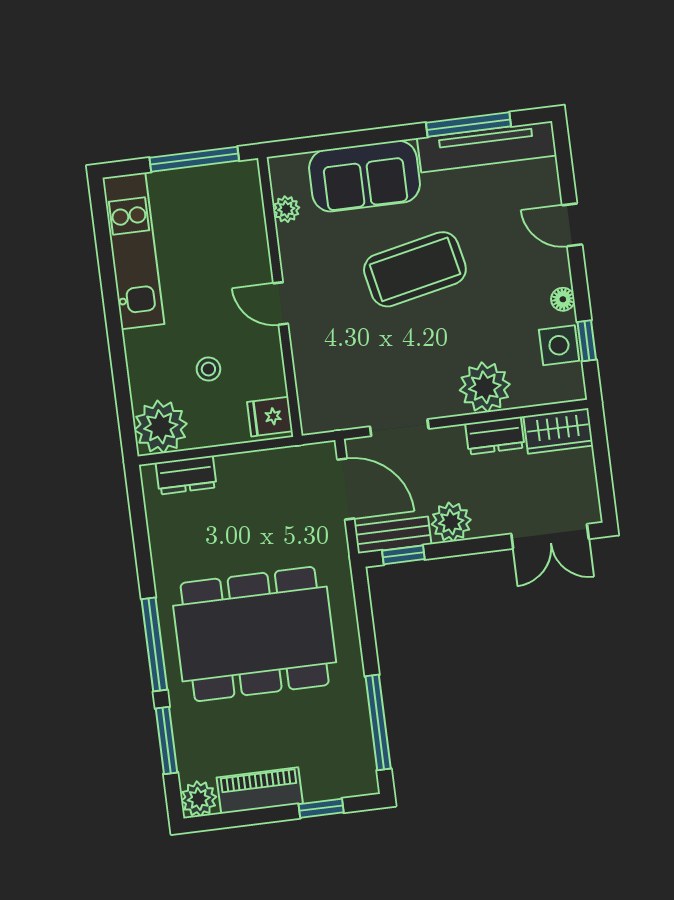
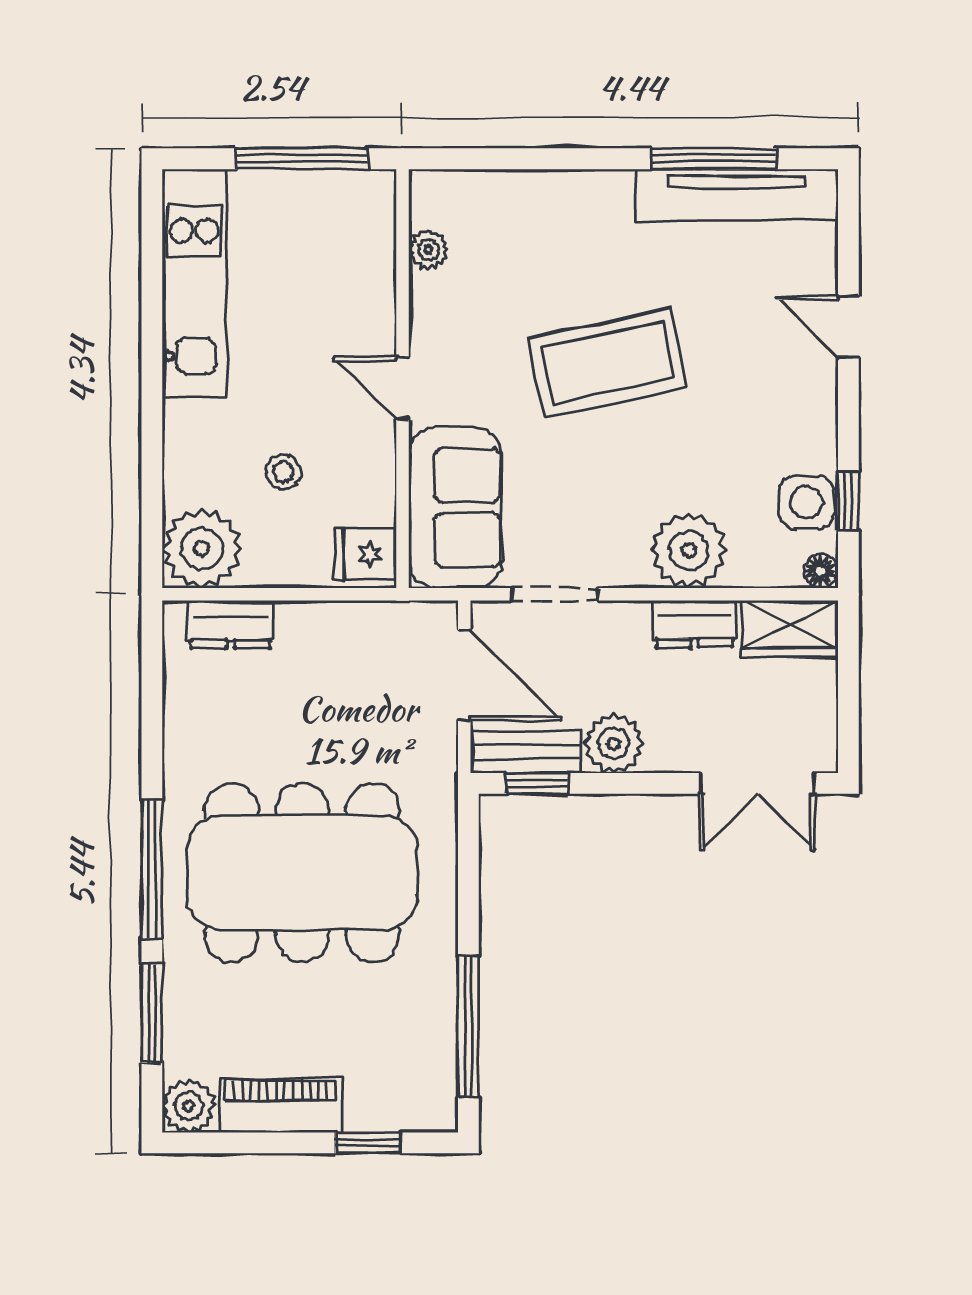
sofa: (365, 176) -> (455, 508), moved, turned -90
floor lamp: (563, 299) -> (821, 571), moved

